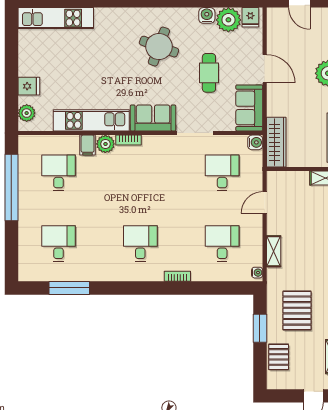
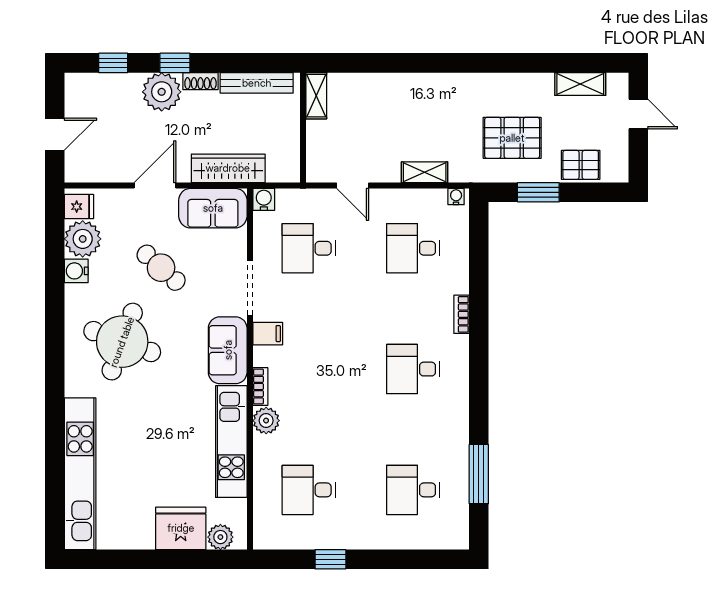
kitchen unit: (56, 18) -> (80, 474), width x1.36
round table: (159, 47) -> (122, 342), width x1.36, depth x1.36
cafe table: (209, 73) -> (161, 268), turned 42
fridge: (29, 86) -> (181, 528), width x1.88, depth x1.34
wardrobe: (276, 142) -> (228, 168), moved
filing cabinet: (88, 145) -> (268, 334), moved
window: (11, 188) -> (330, 559), width x0.32

